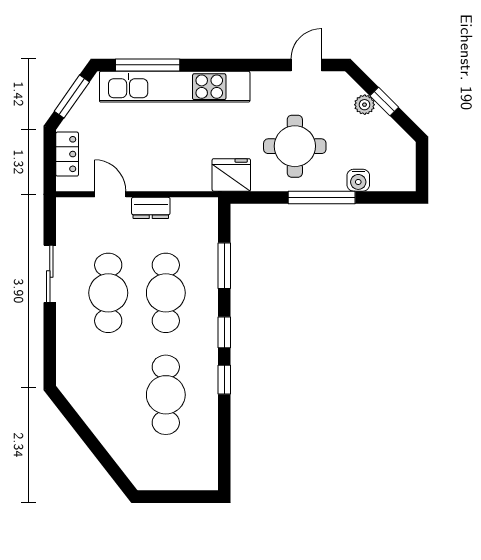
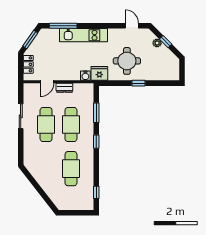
door: (306, 65) -> (132, 26), hinge flipped
kitchen unit: (175, 87) -> (83, 35), width x0.73
water cooler: (358, 180) -> (85, 76), moved
door: (110, 194) -> (47, 82), swing flipped
window: (322, 197) -> (139, 83), width x0.46
window: (224, 380) -> (96, 192), moved

